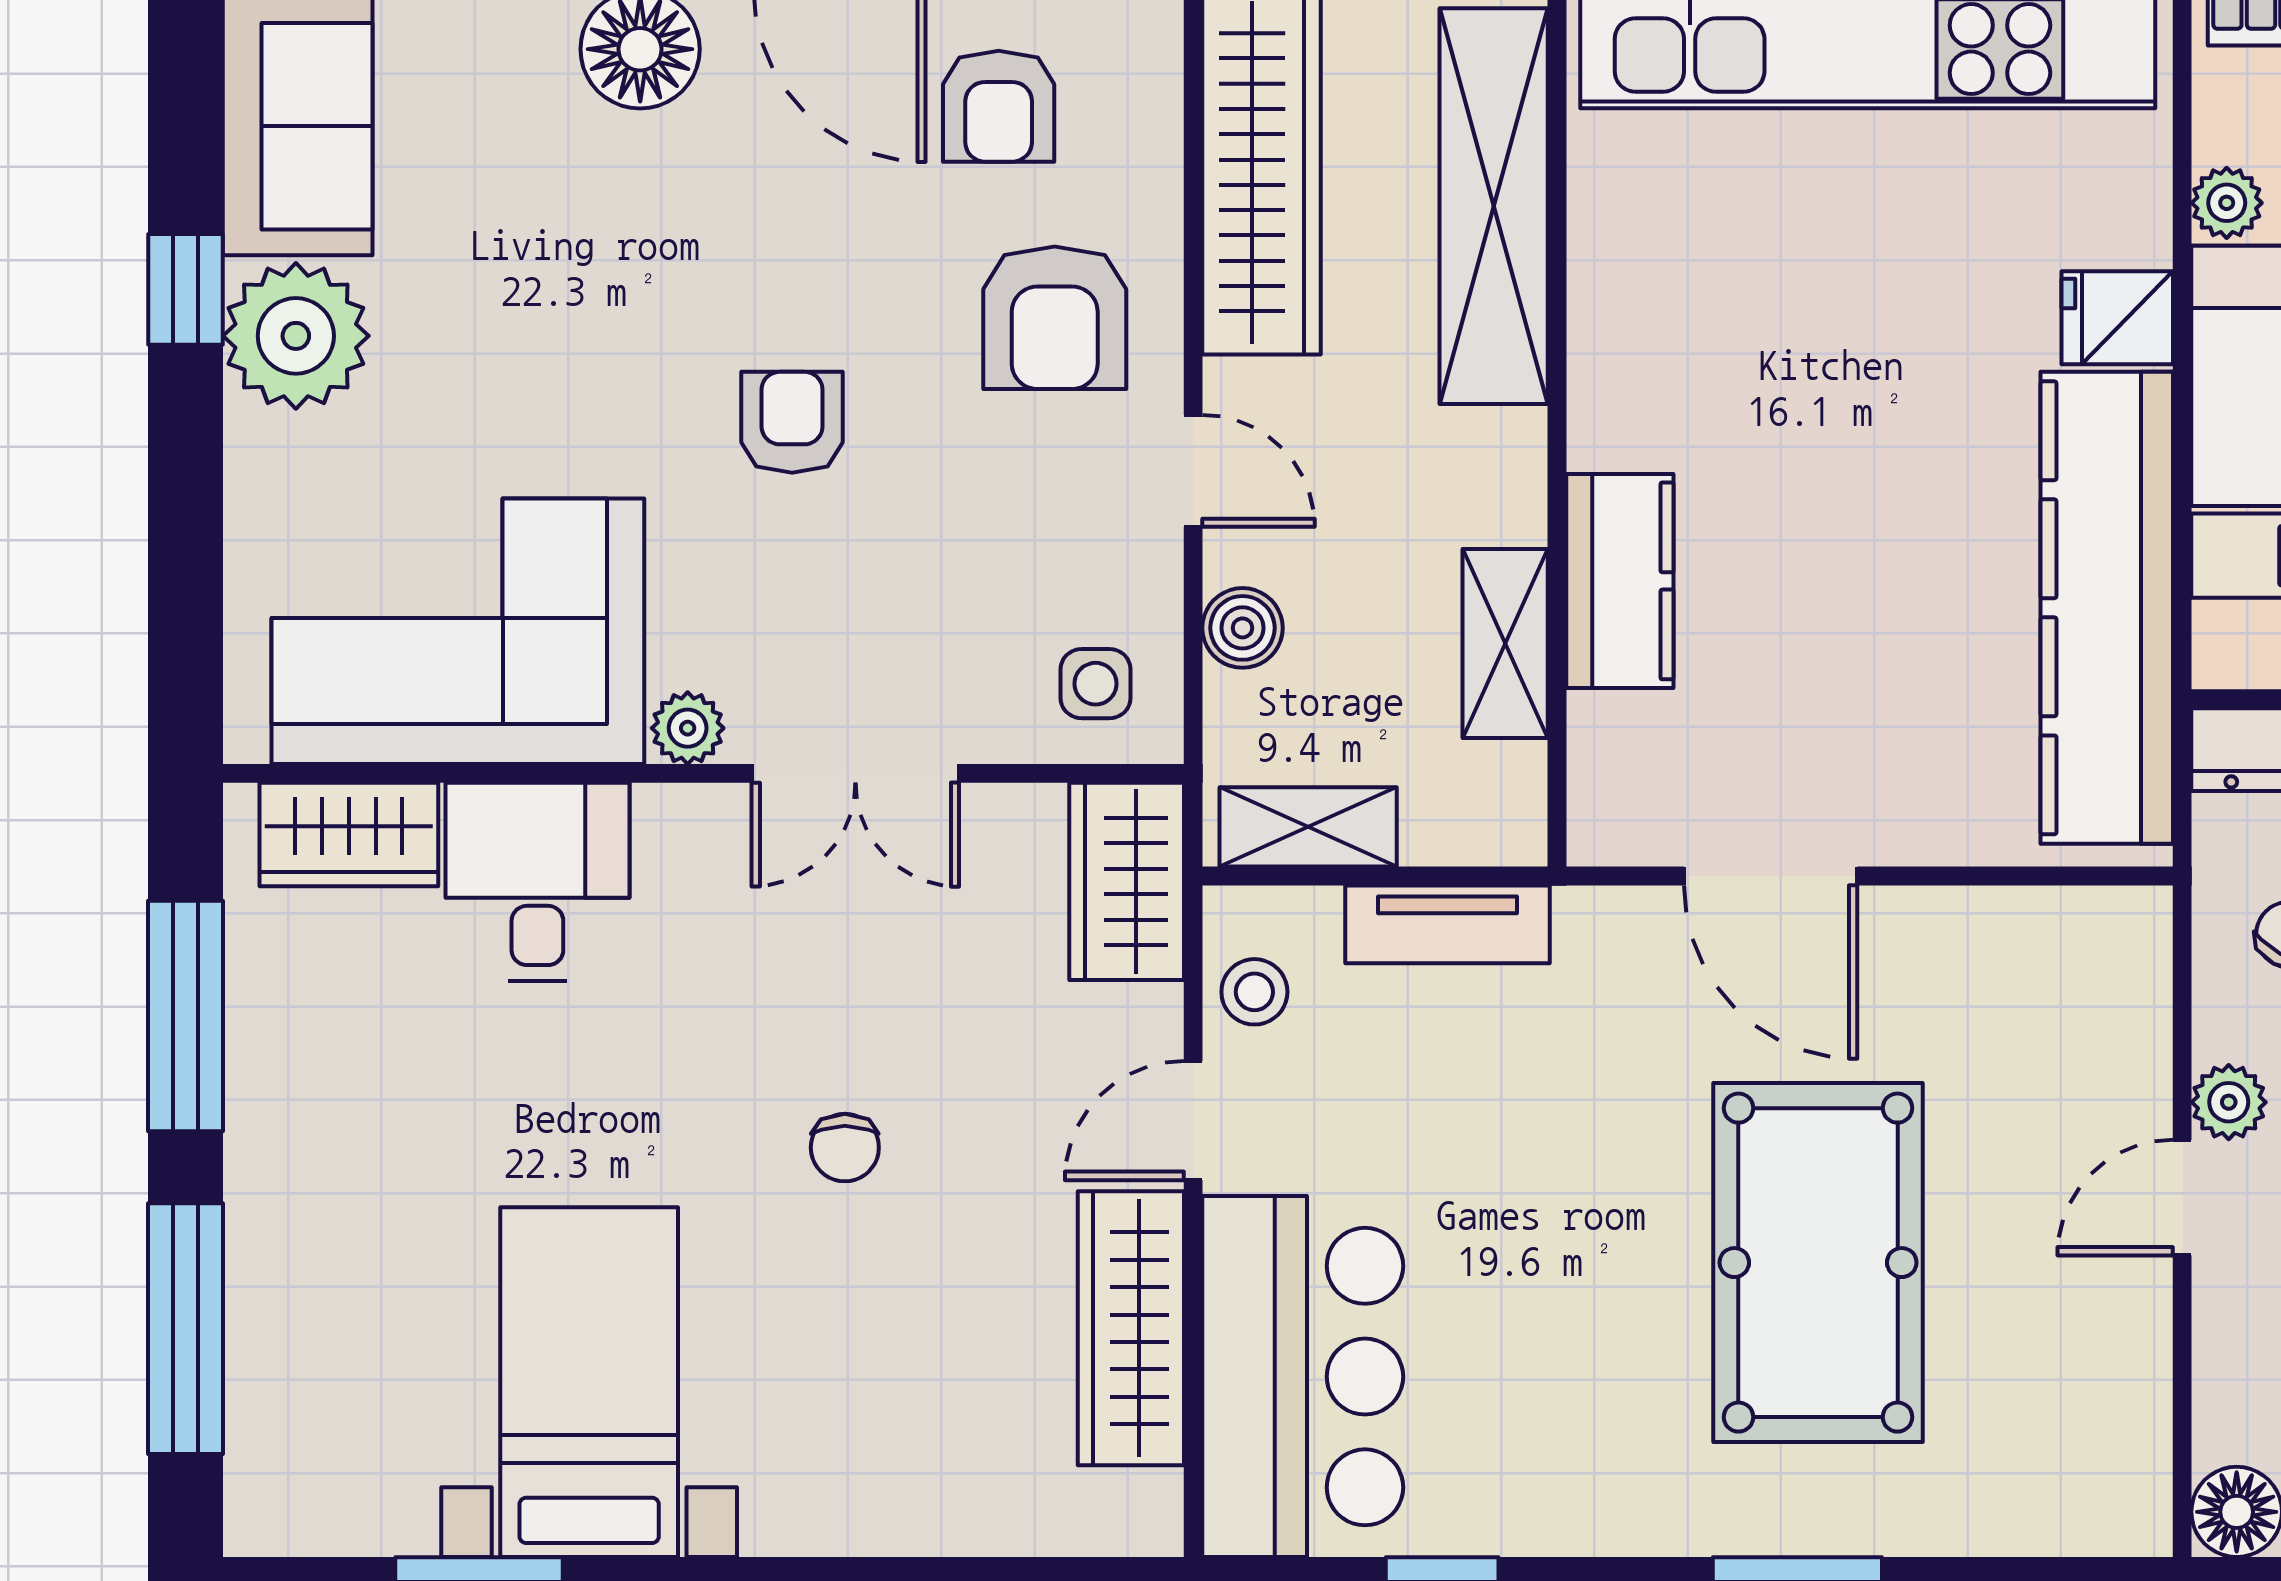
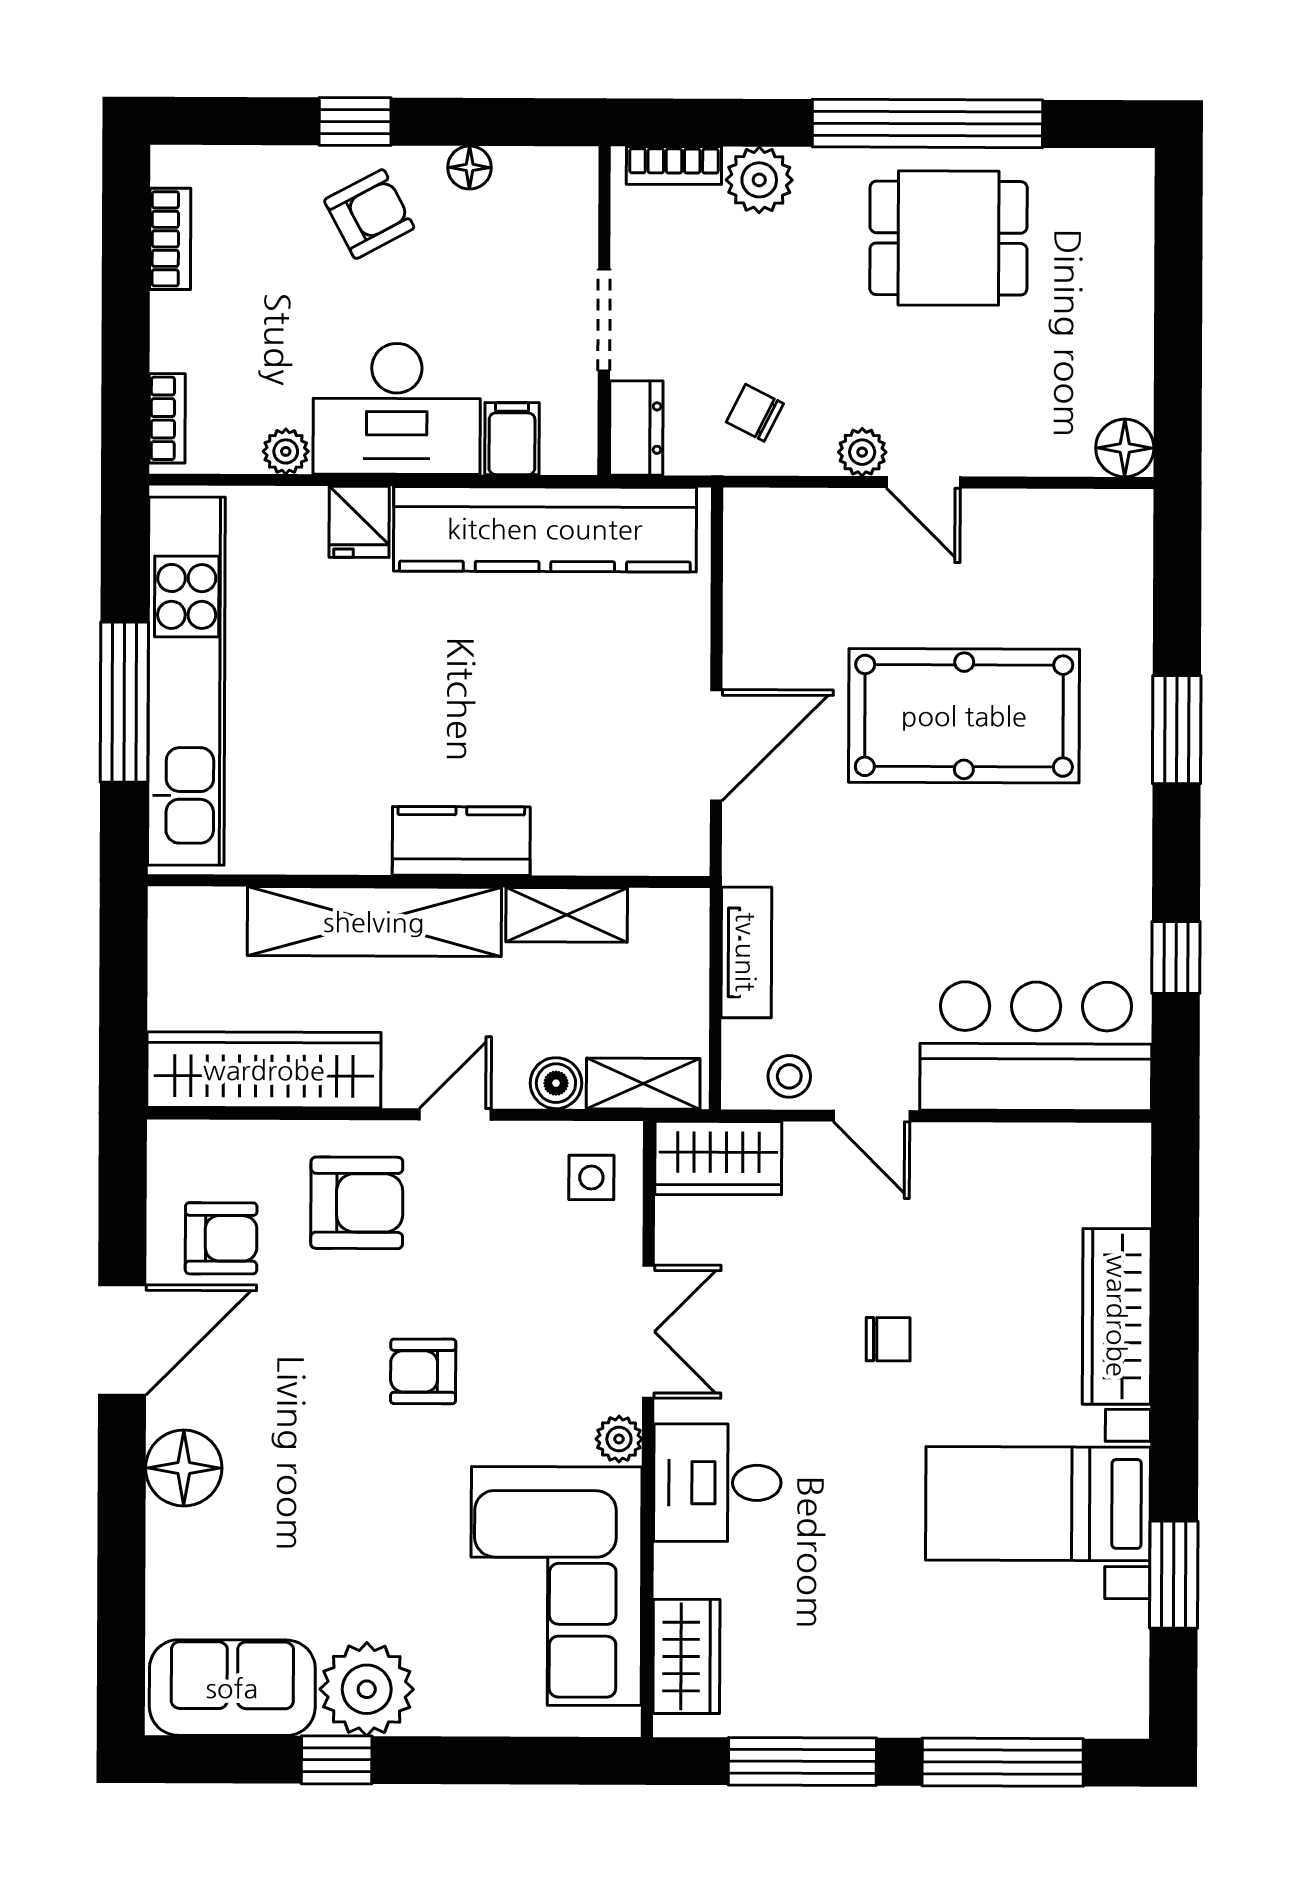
shelving: (1494, 206) -> (374, 922), moved
kitchen counter: (1620, 581) -> (461, 841), moved
shelving: (1308, 827) -> (643, 1084), moved, turned 90
desk: (537, 882) -> (717, 1483), moved
wardrobe: (1131, 1328) -> (1117, 1316), moved, turned 90

